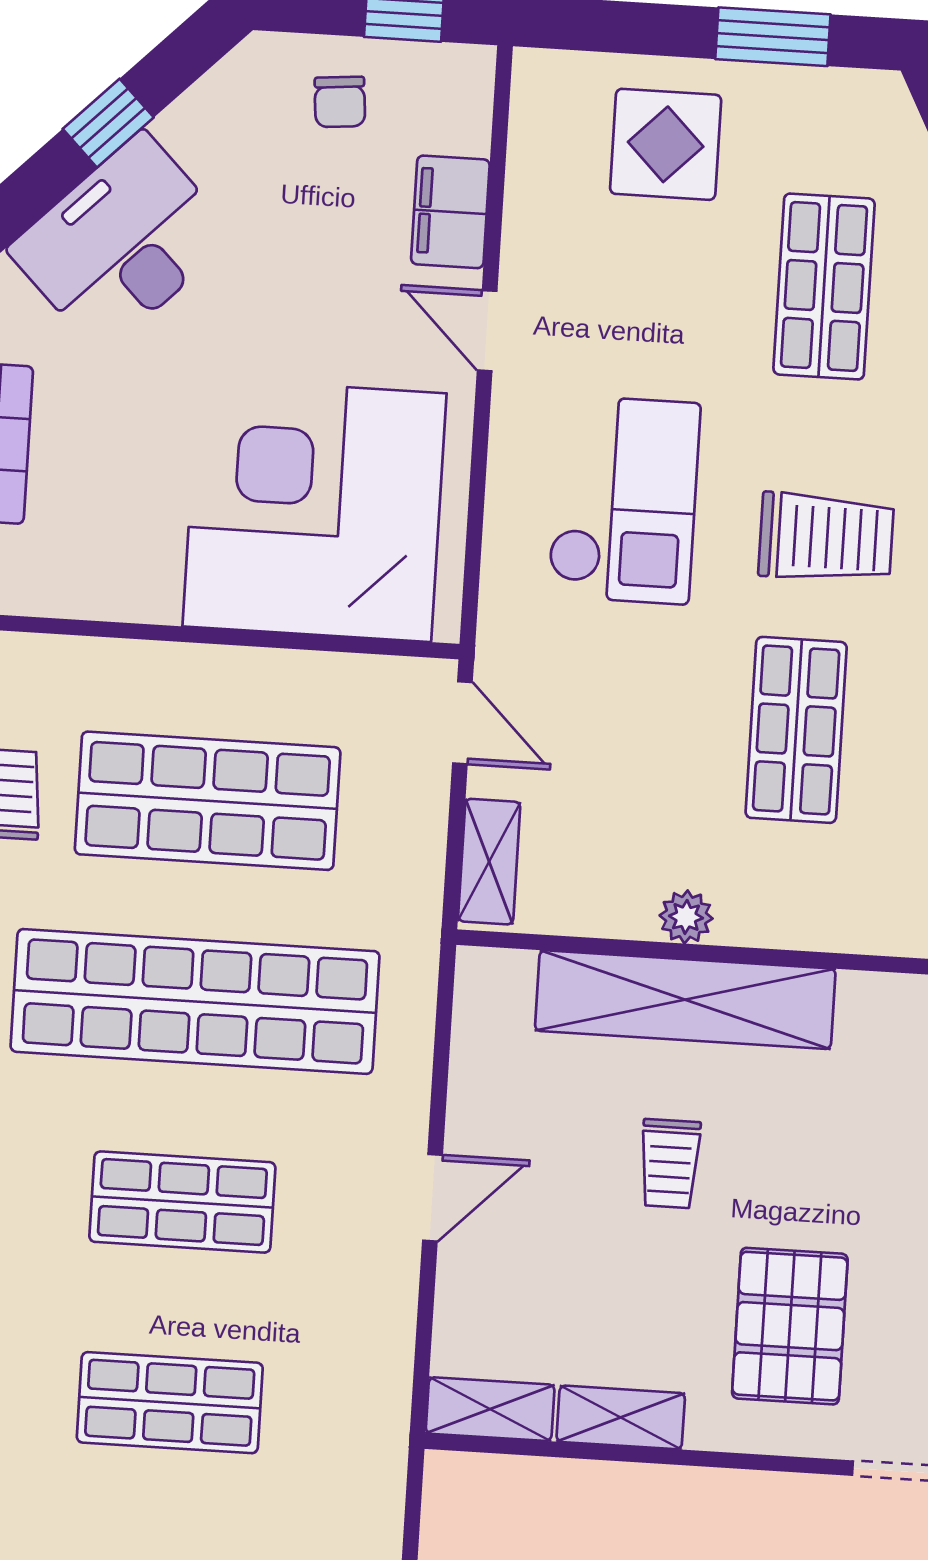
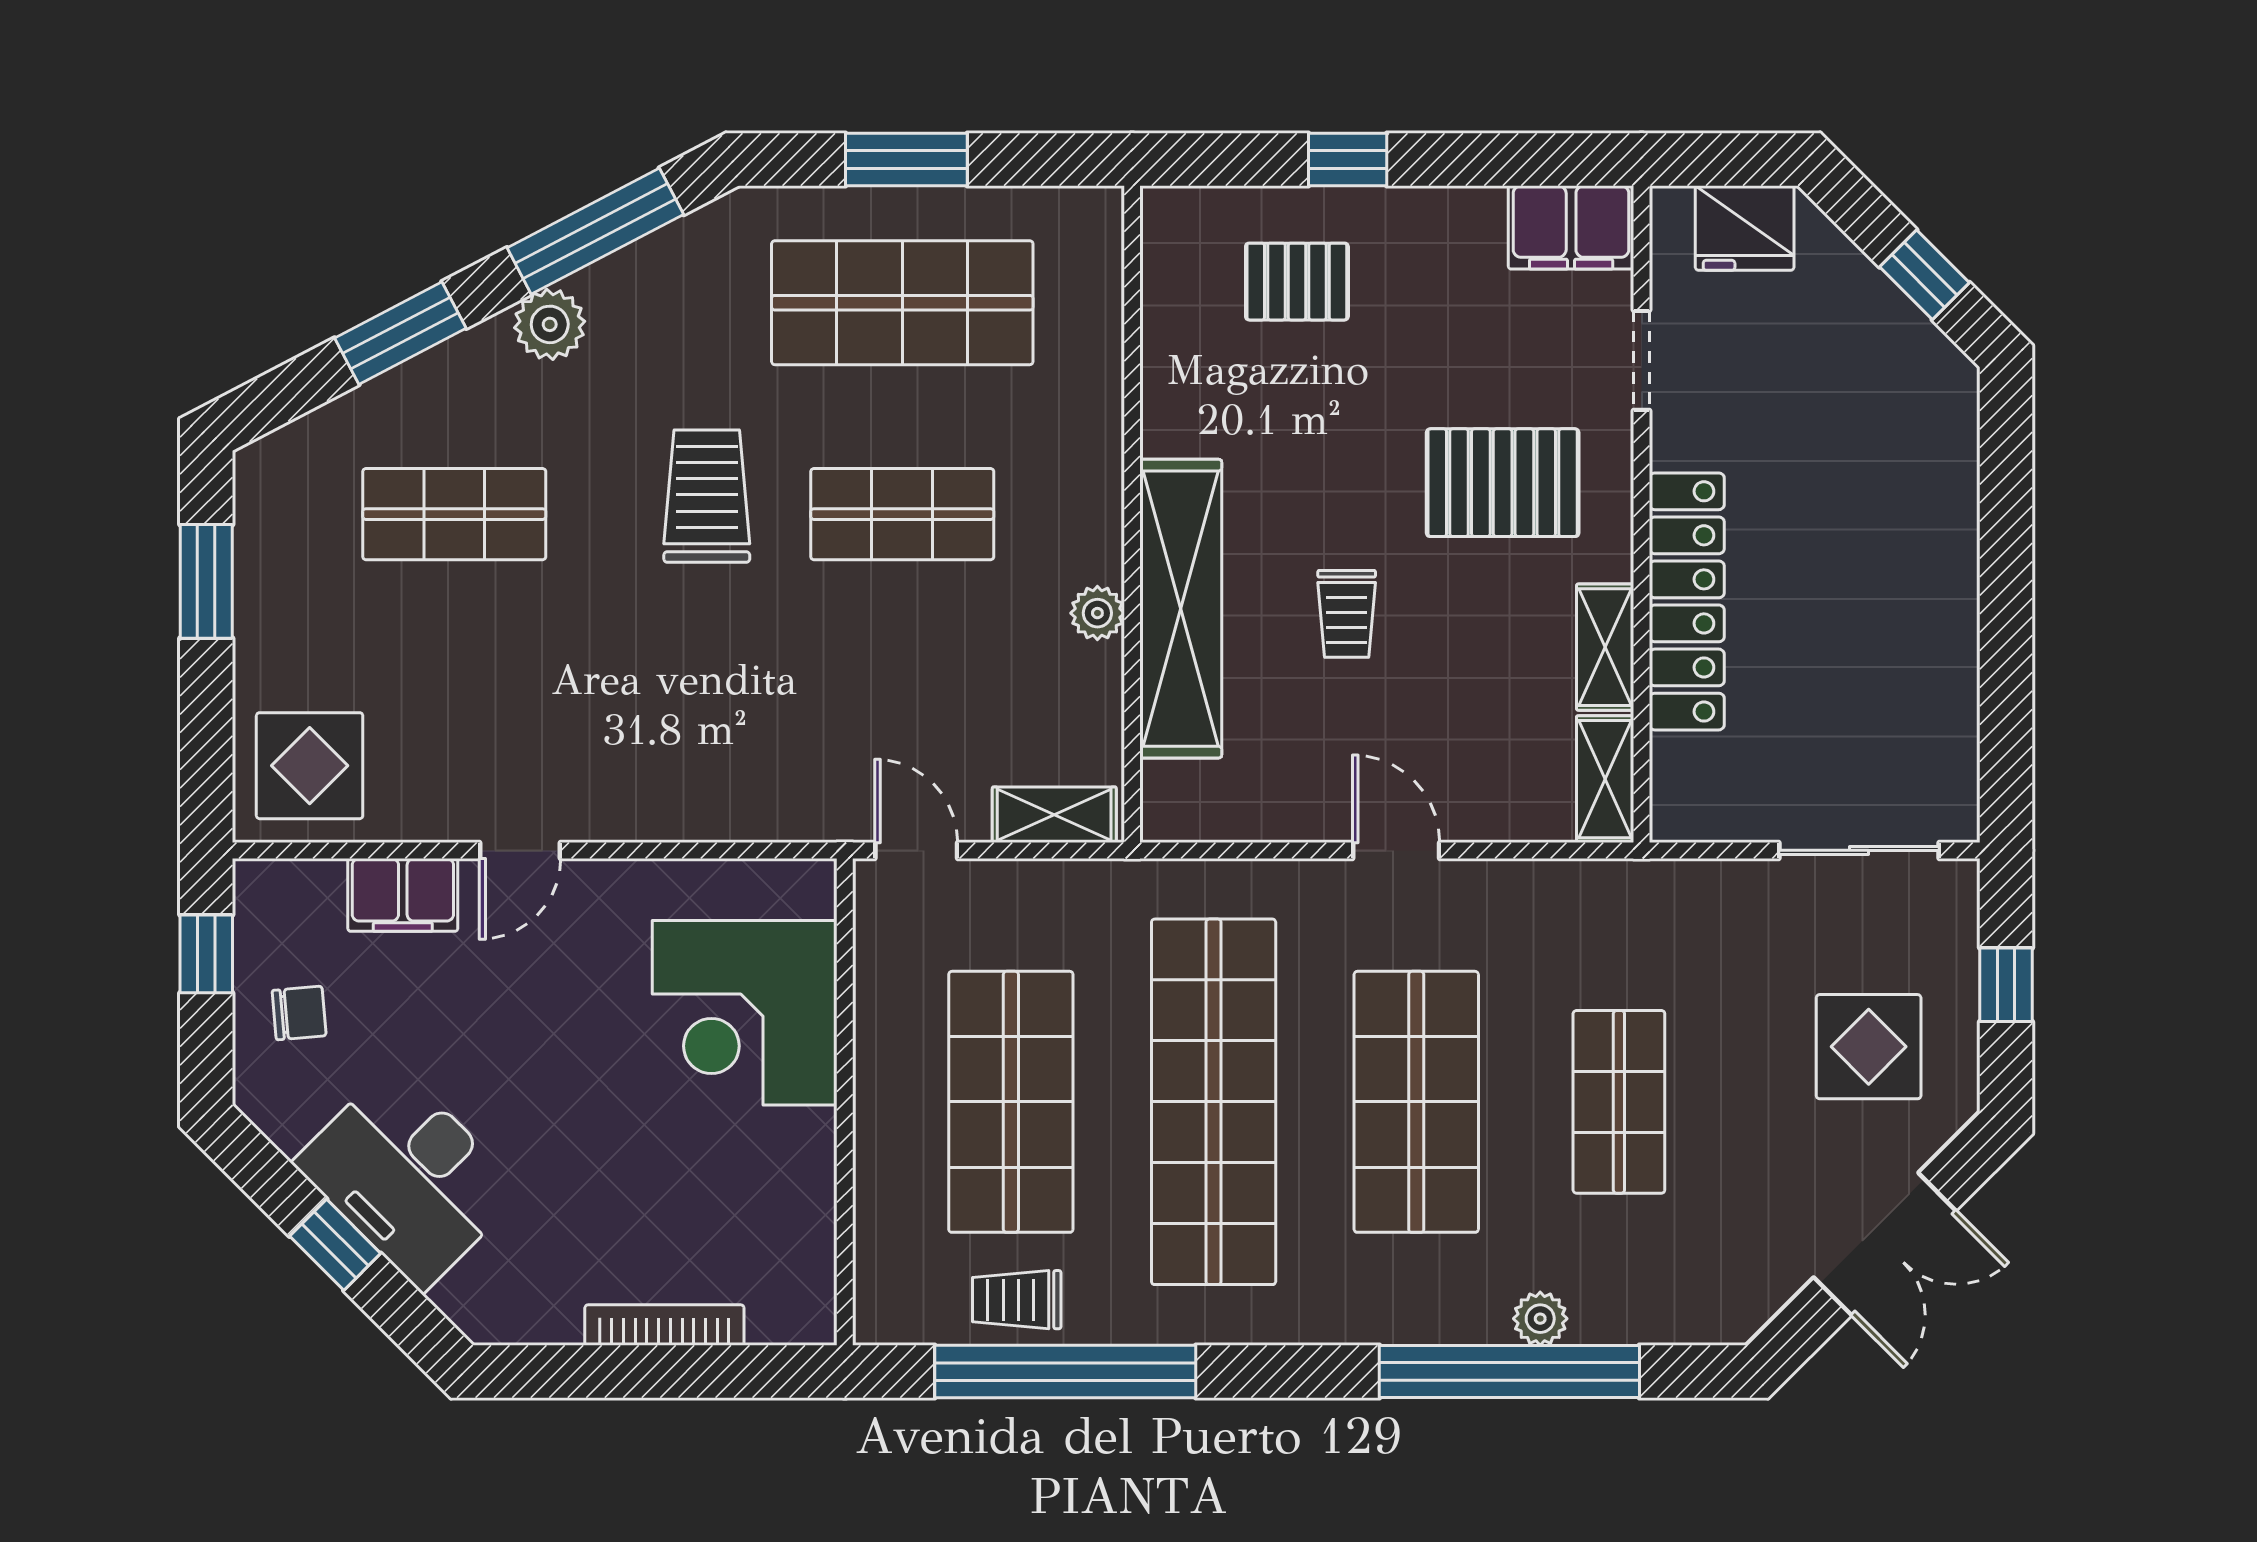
display table: (666, 144) -> (310, 766), moved
desk: (122, 243) -> (408, 1177), moved
checkout: (624, 500) -> (681, 702), removed
corner desk: (315, 510) -> (745, 1013), width x0.74, depth x0.74
door: (462, 723) -> (916, 850), hinge flipped
trolley: (670, 1164) -> (1347, 614), turned 90
shop shelf: (182, 1202) -> (1416, 1102), width x1.43, depth x1.36
locker: (661, 1501) -> (1687, 601), added

